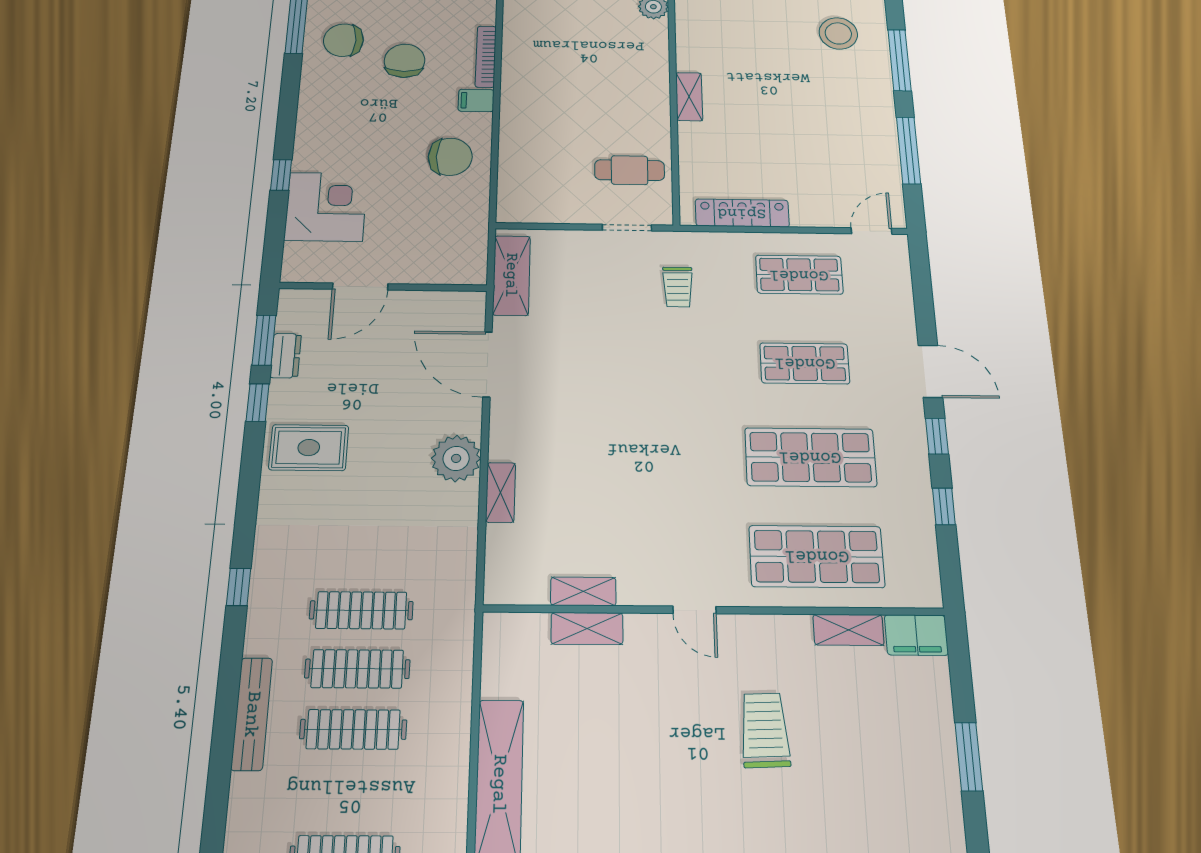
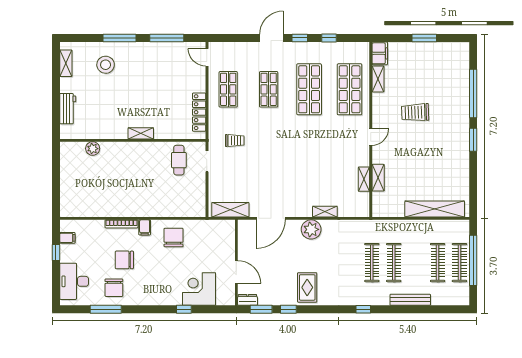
dresser: (286, 356) -> (247, 300), moved
clothes rail: (353, 729) -> (438, 263), moved

